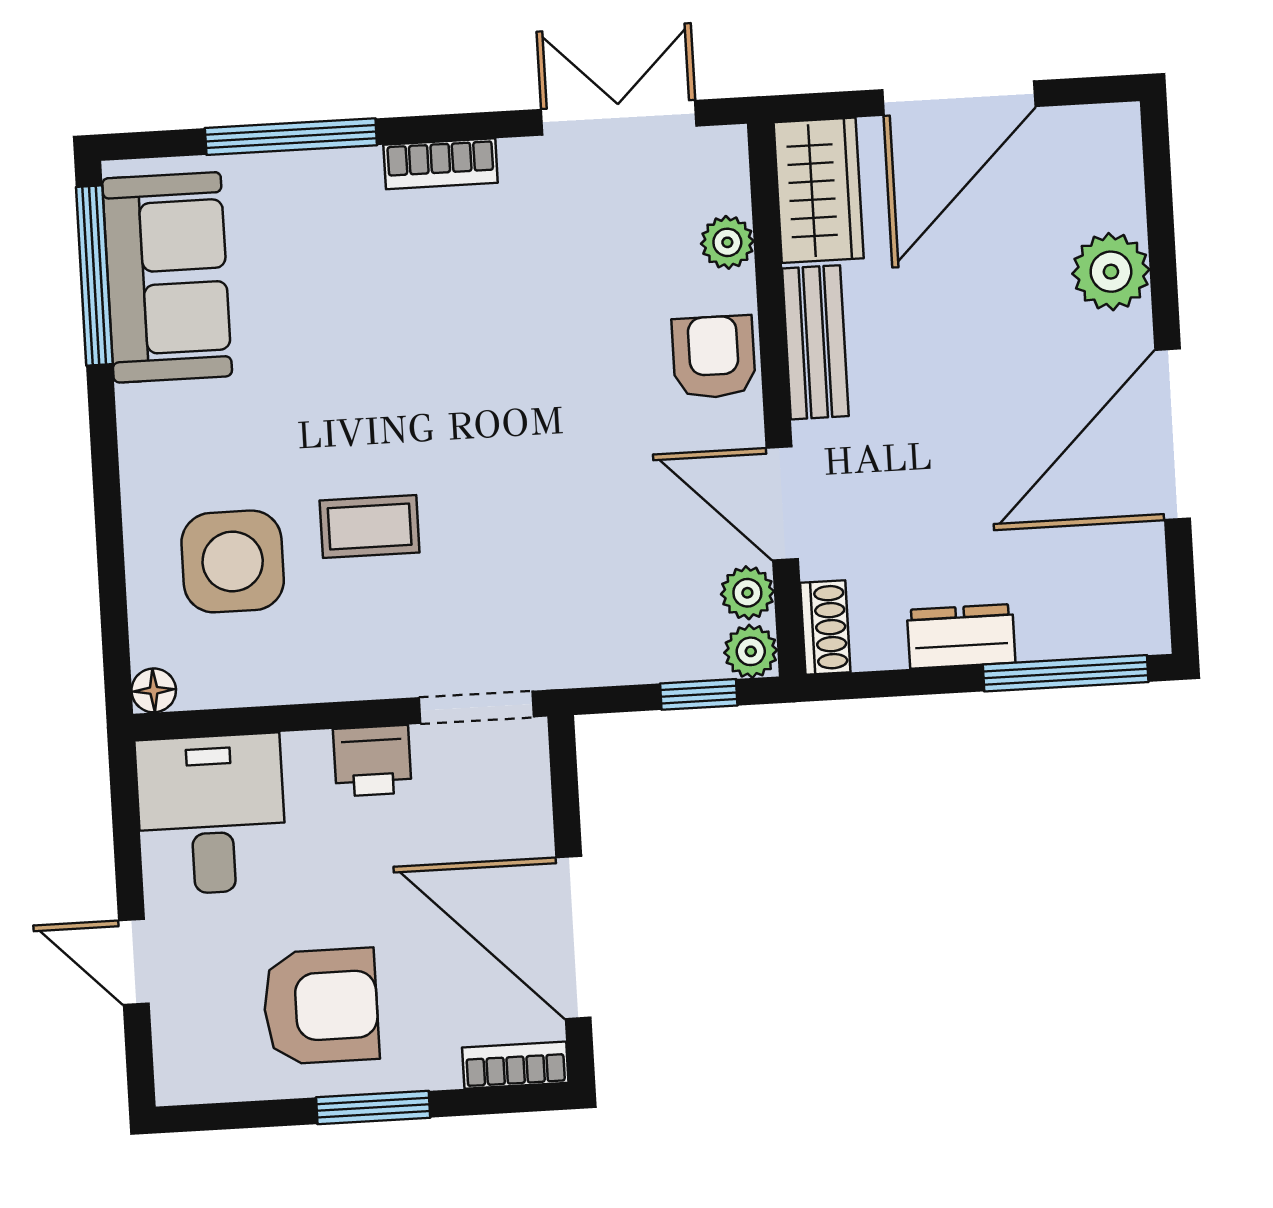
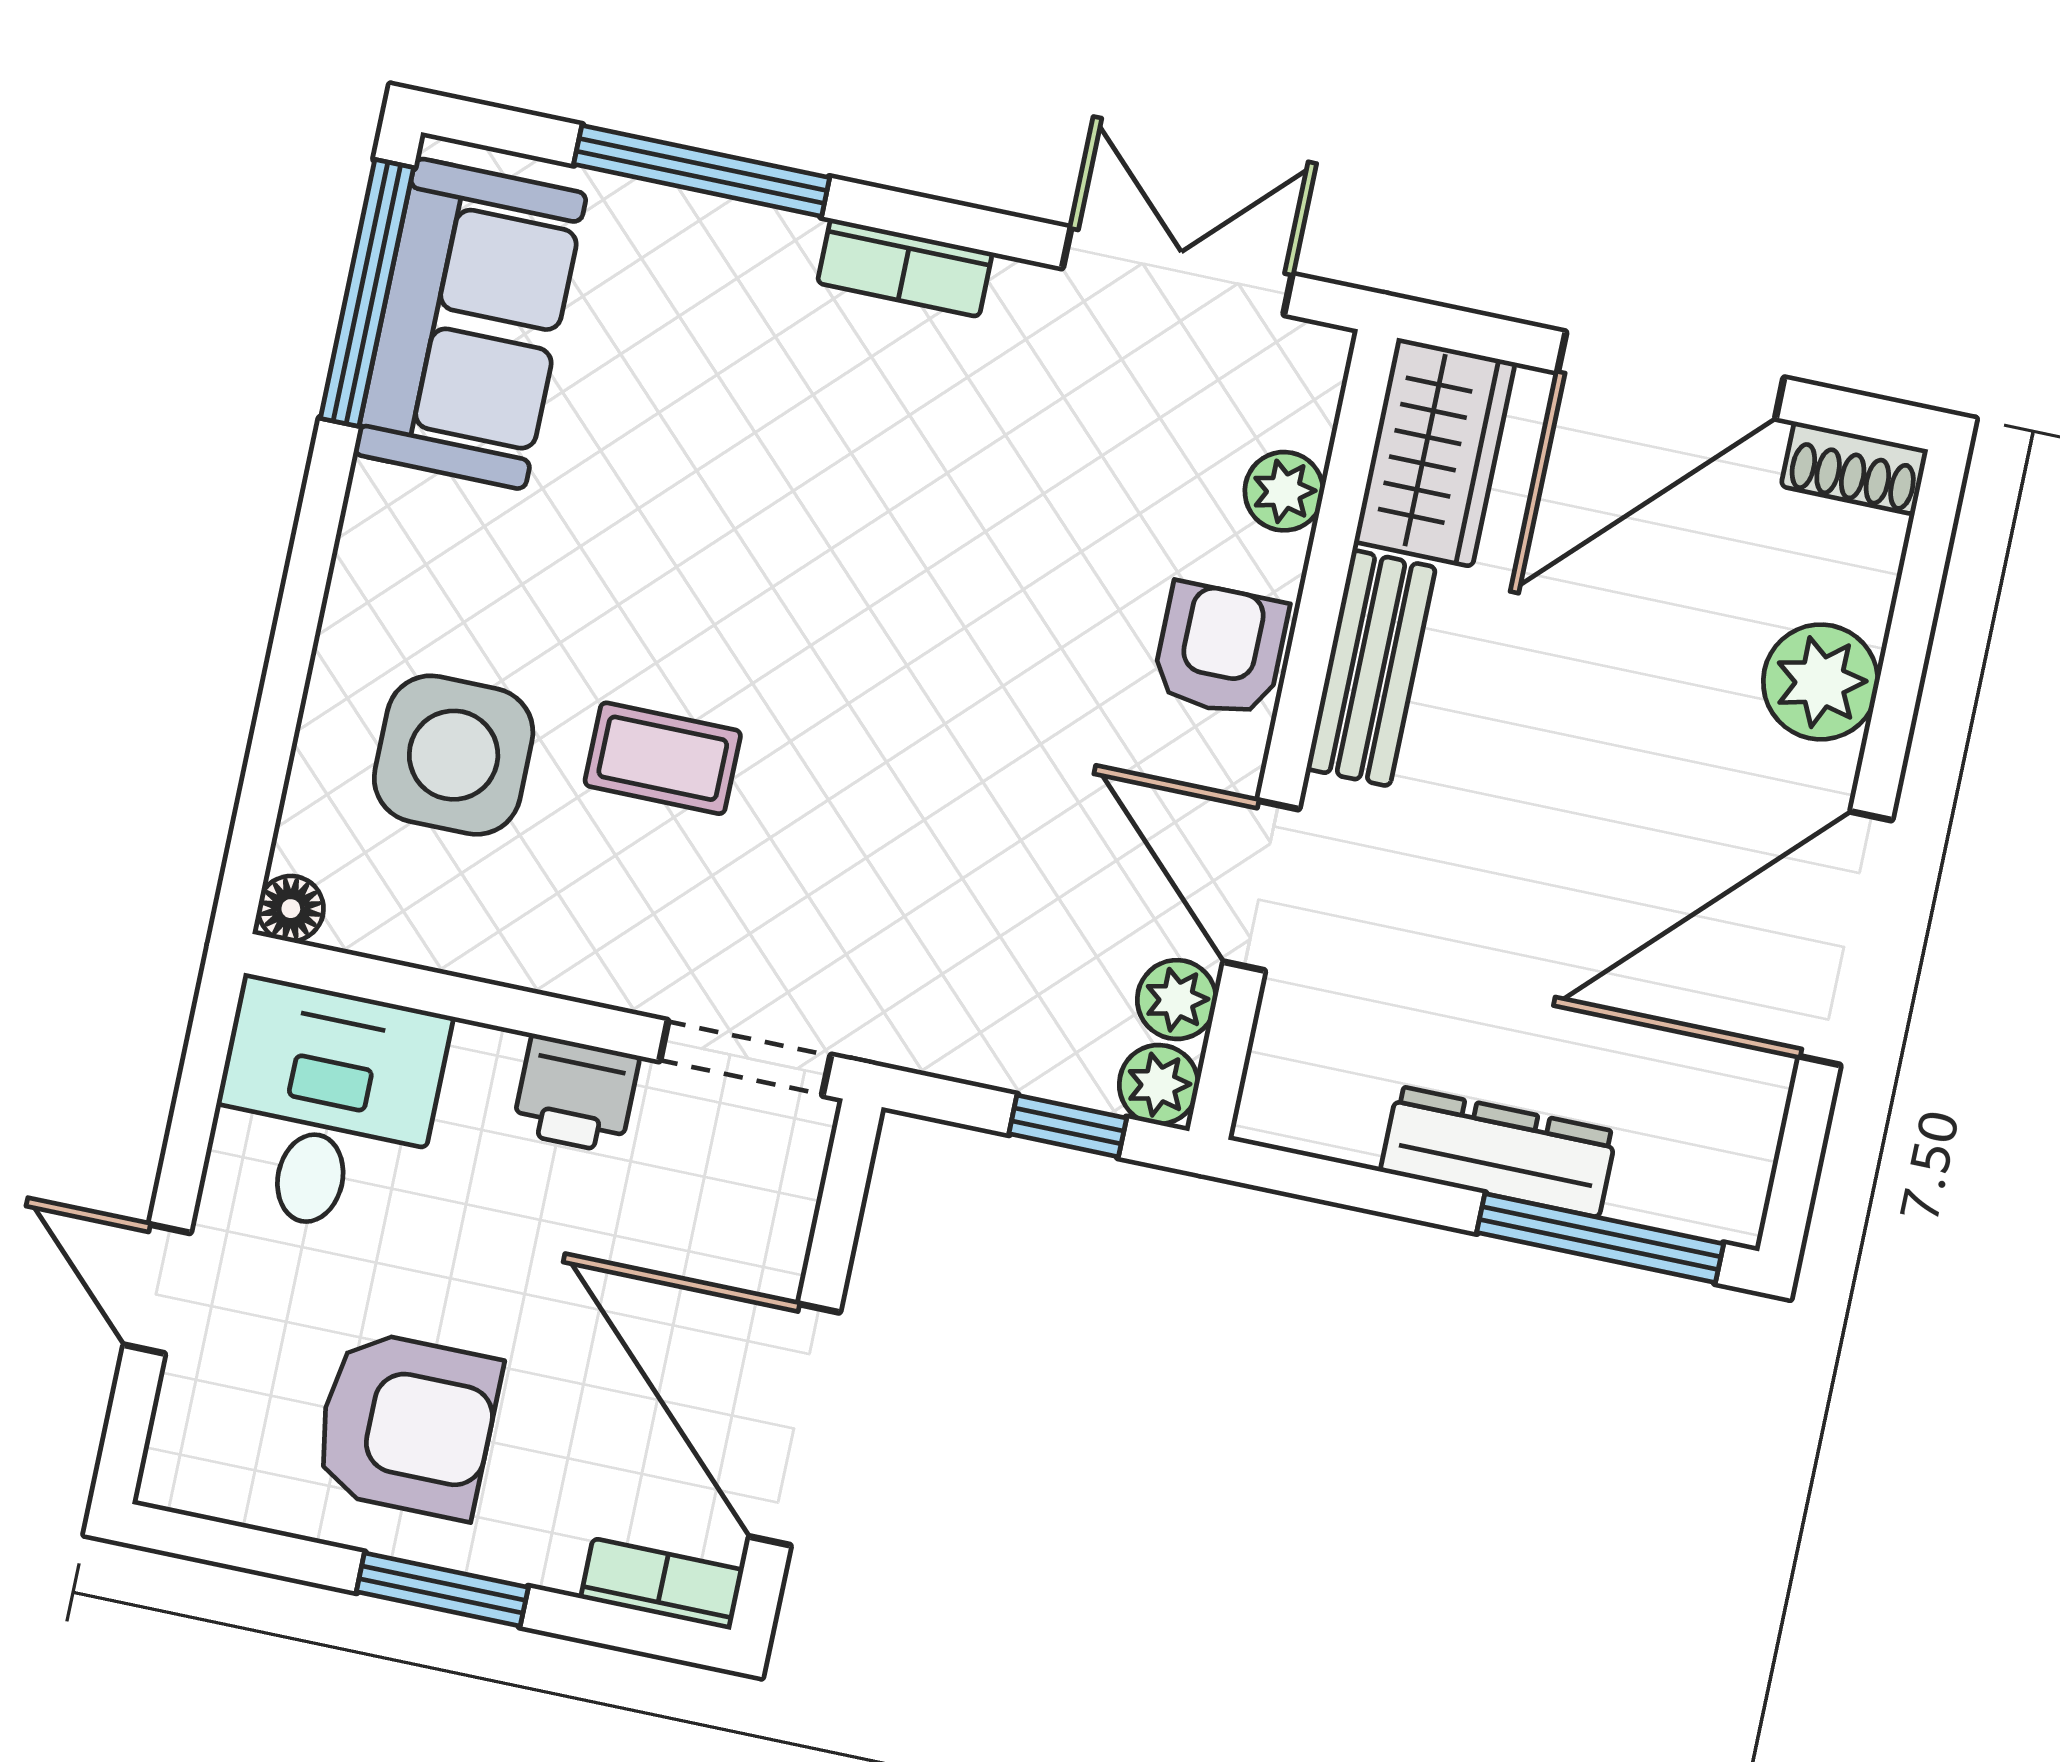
shoe rack: (825, 627) -> (1854, 468), moved, turned 90
dresser: (961, 636) -> (1498, 1152), width x1.44

